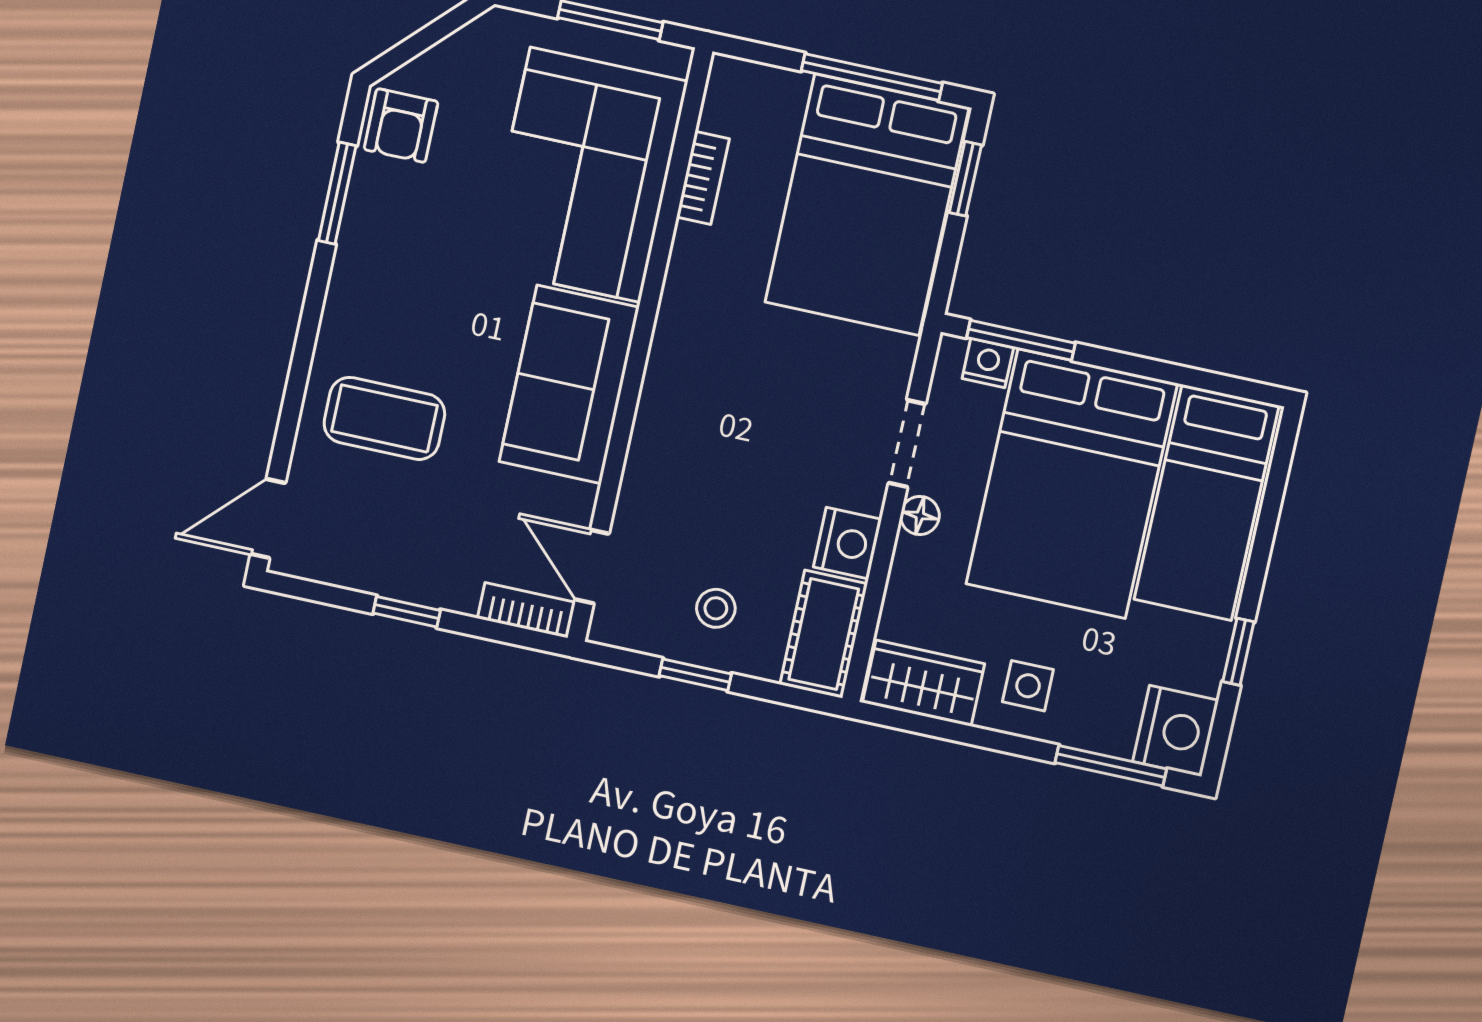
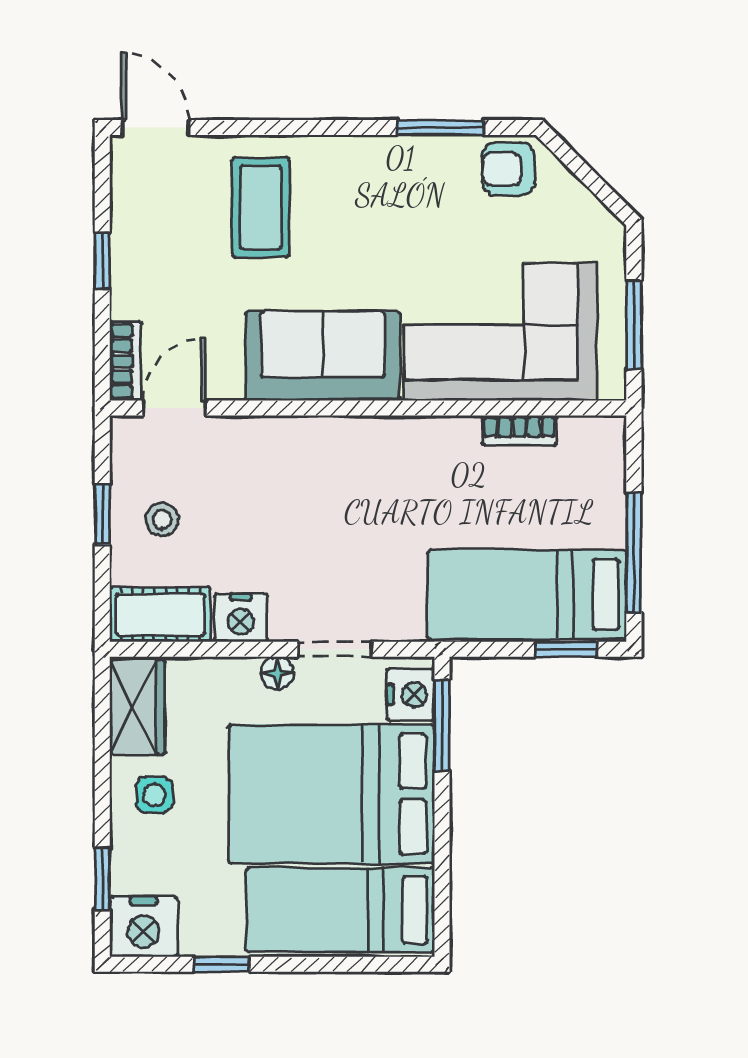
bed: (867, 205) -> (527, 595), width x0.67
nightstand: (988, 363) -> (411, 695), width x1.39, depth x1.35
window: (1111, 766) -> (102, 879), width x0.67

